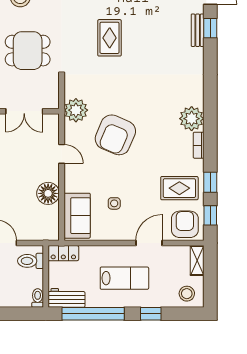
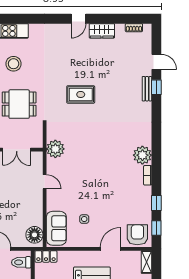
rug: (110, 38) -> (81, 94), turned 90
armchair: (115, 135) -> (85, 168), removed
rug: (179, 188) -> (133, 208), removed
floor lamp: (48, 193) -> (34, 235), moved

